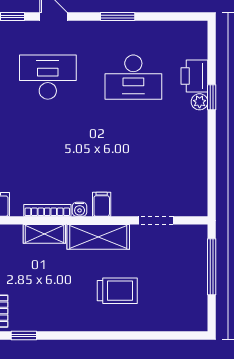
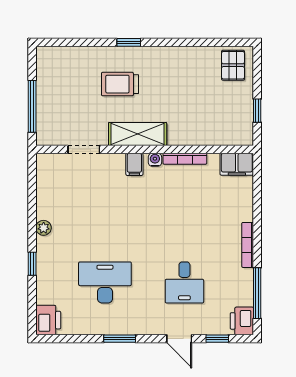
printer: (194, 76) -> (48, 320), moved
desk: (48, 77) -> (184, 282), width x0.73
plant: (200, 102) -> (44, 228), moved
shelving: (44, 234) -> (188, 137), removed
window: (24, 336) -> (129, 42), moved

